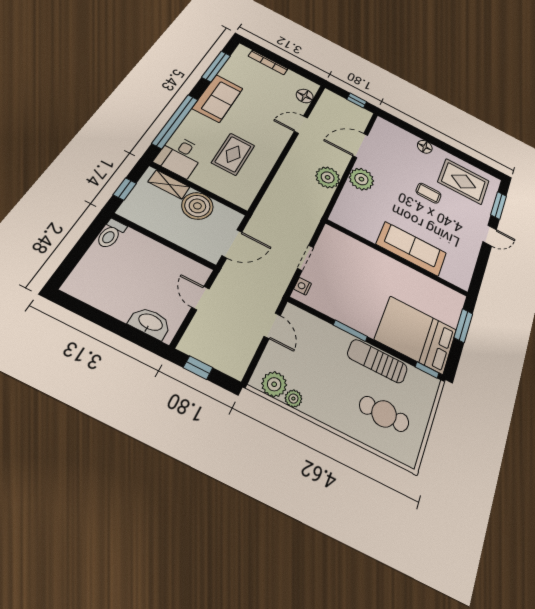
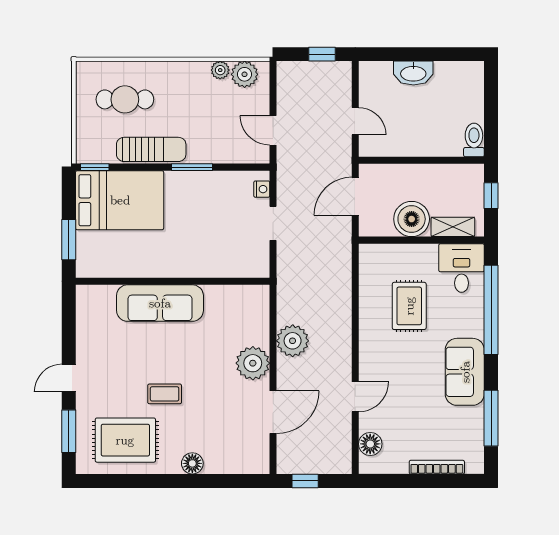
washbasin: (150, 323) -> (413, 73), moved

